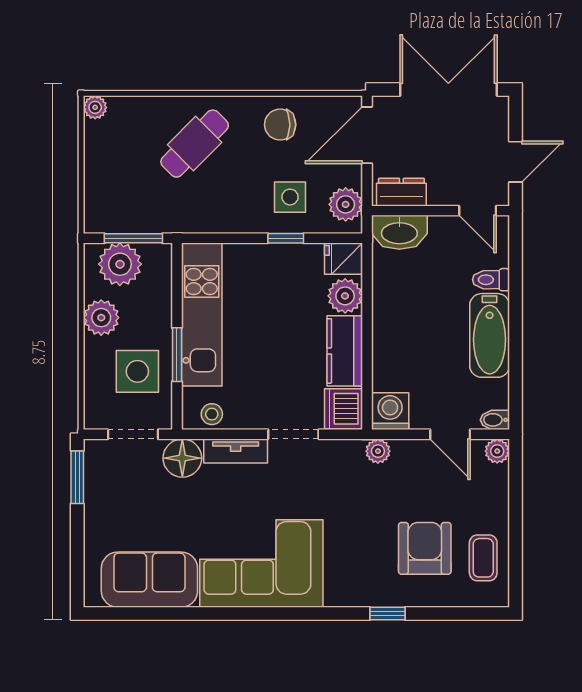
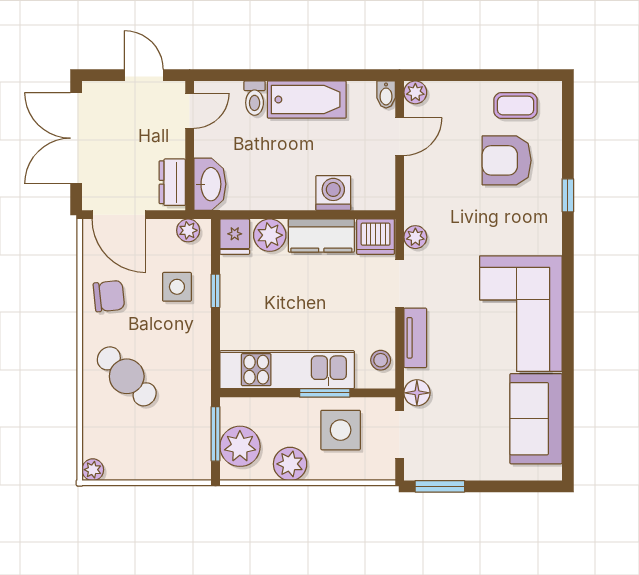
chair: (280, 125) -> (109, 296), turned -96
plant: (346, 204) -> (188, 230), width x0.73, depth x0.73
washing machine: (390, 411) -> (333, 193), moved, turned 90
plant: (378, 451) -> (415, 237), moved
floor lamp: (182, 458) -> (417, 393), width x0.73, depth x0.73

